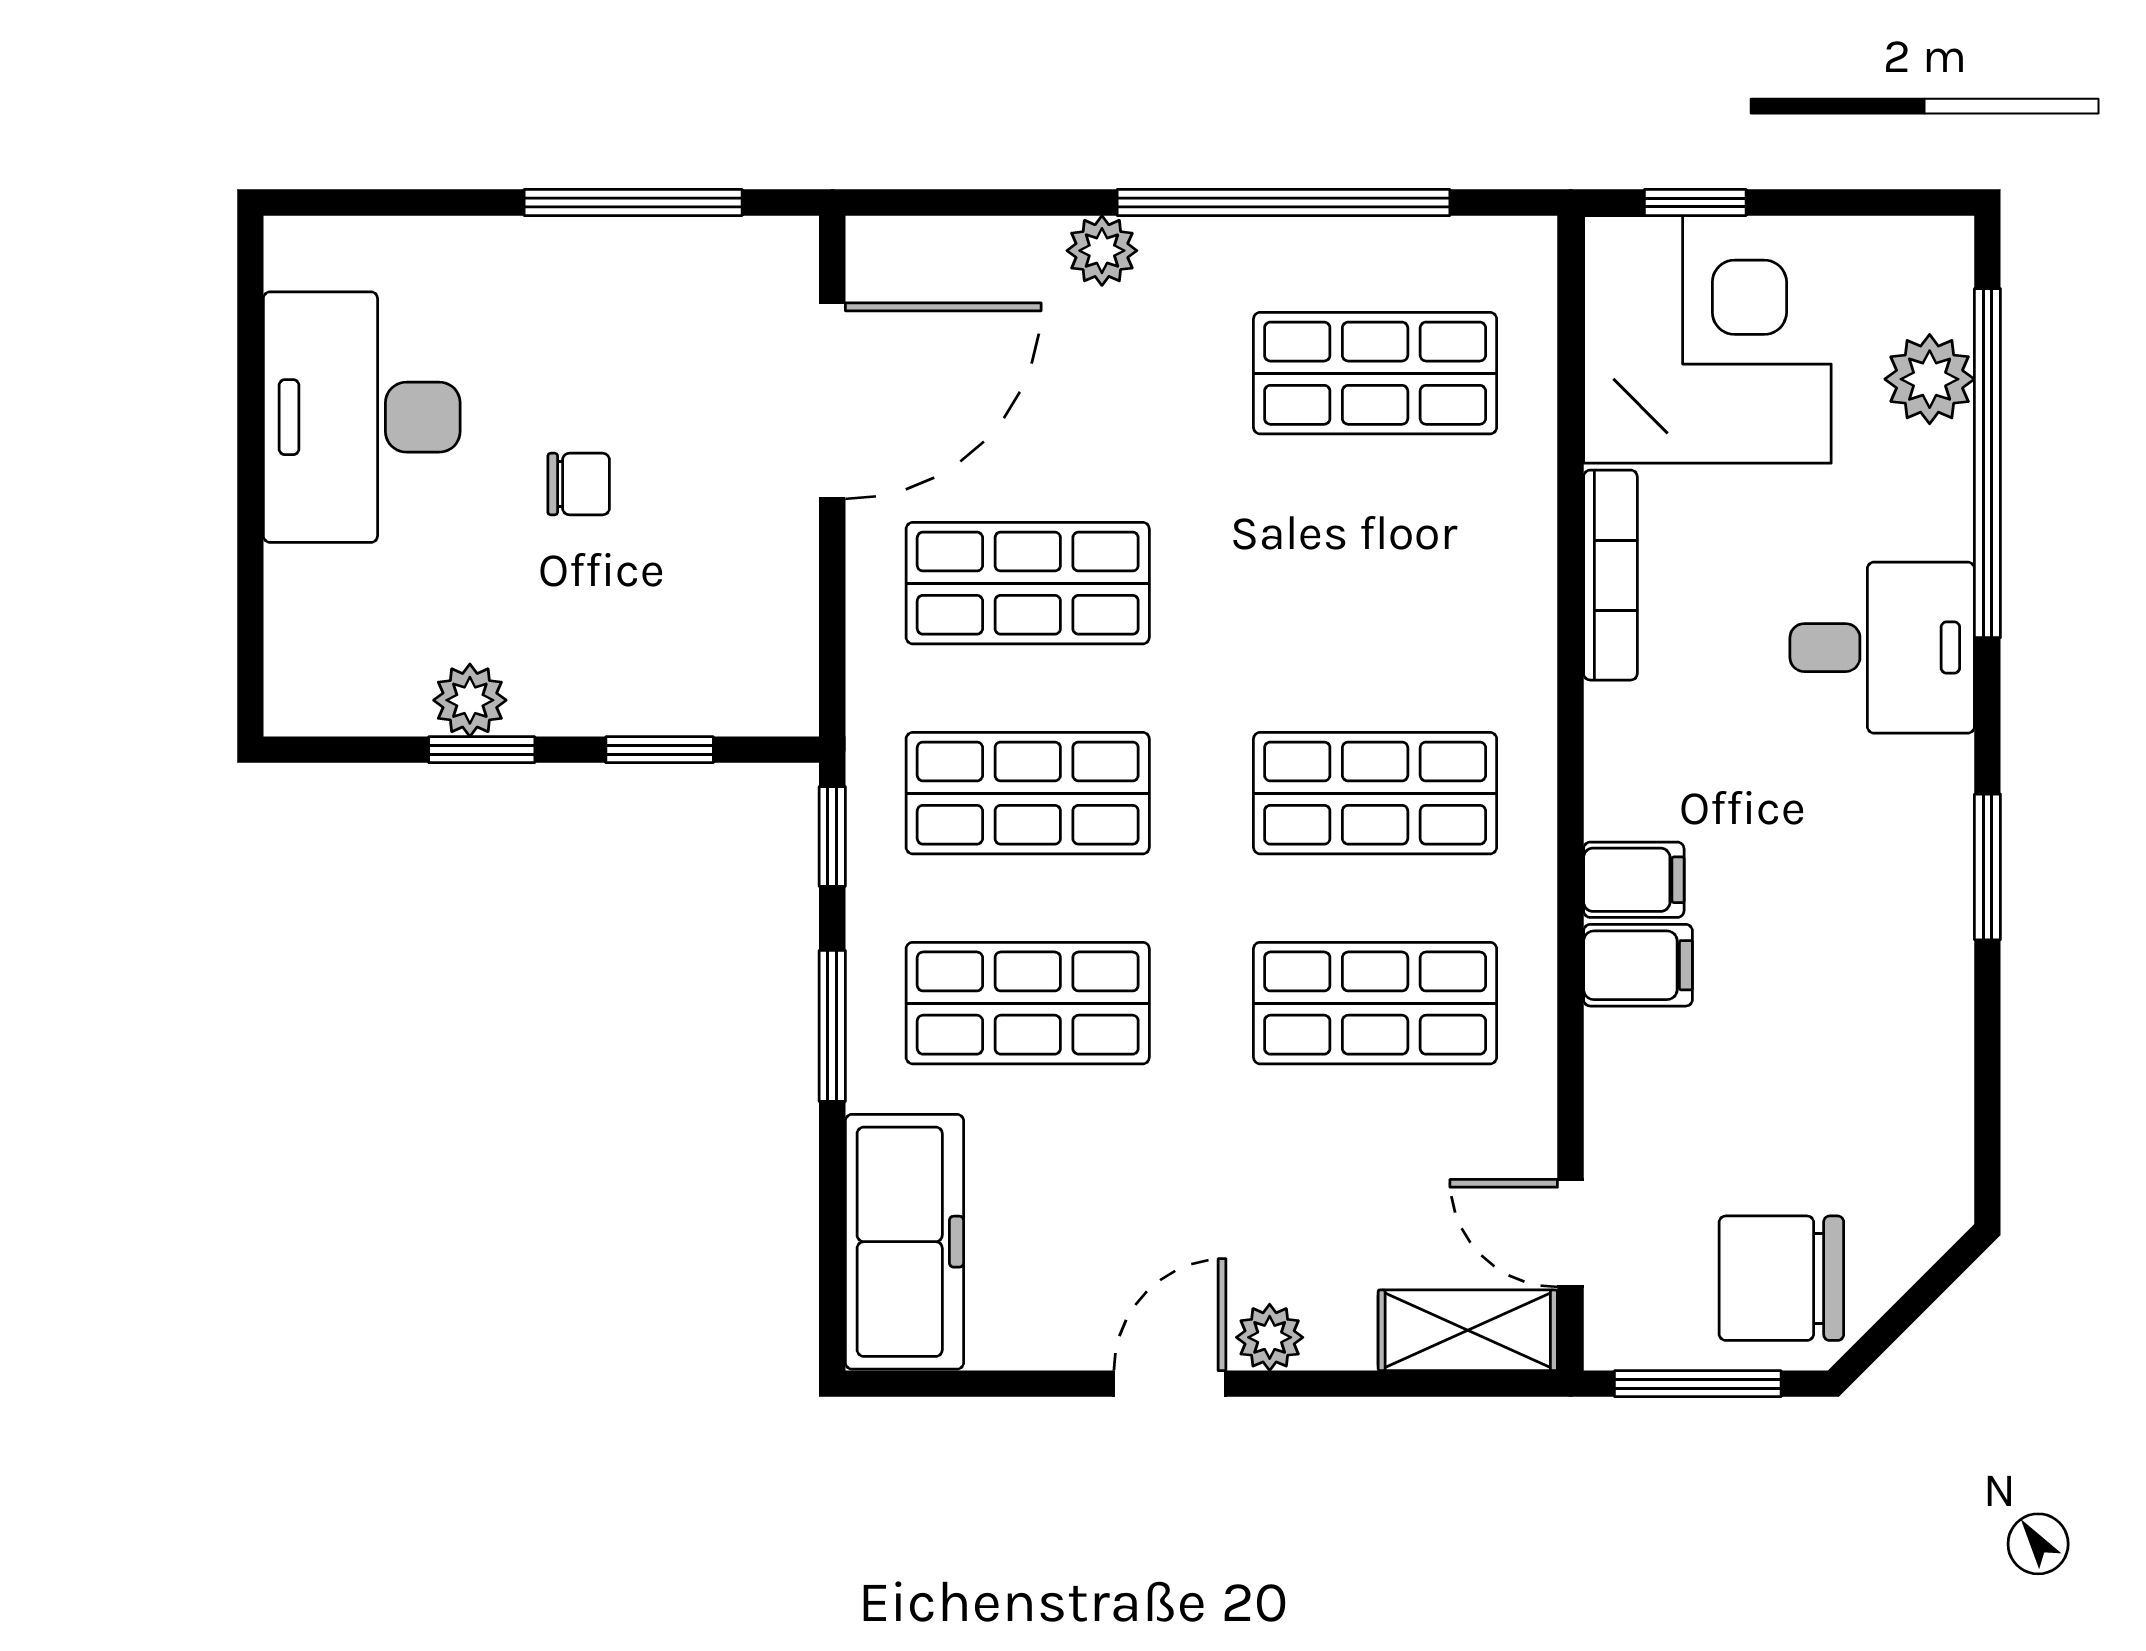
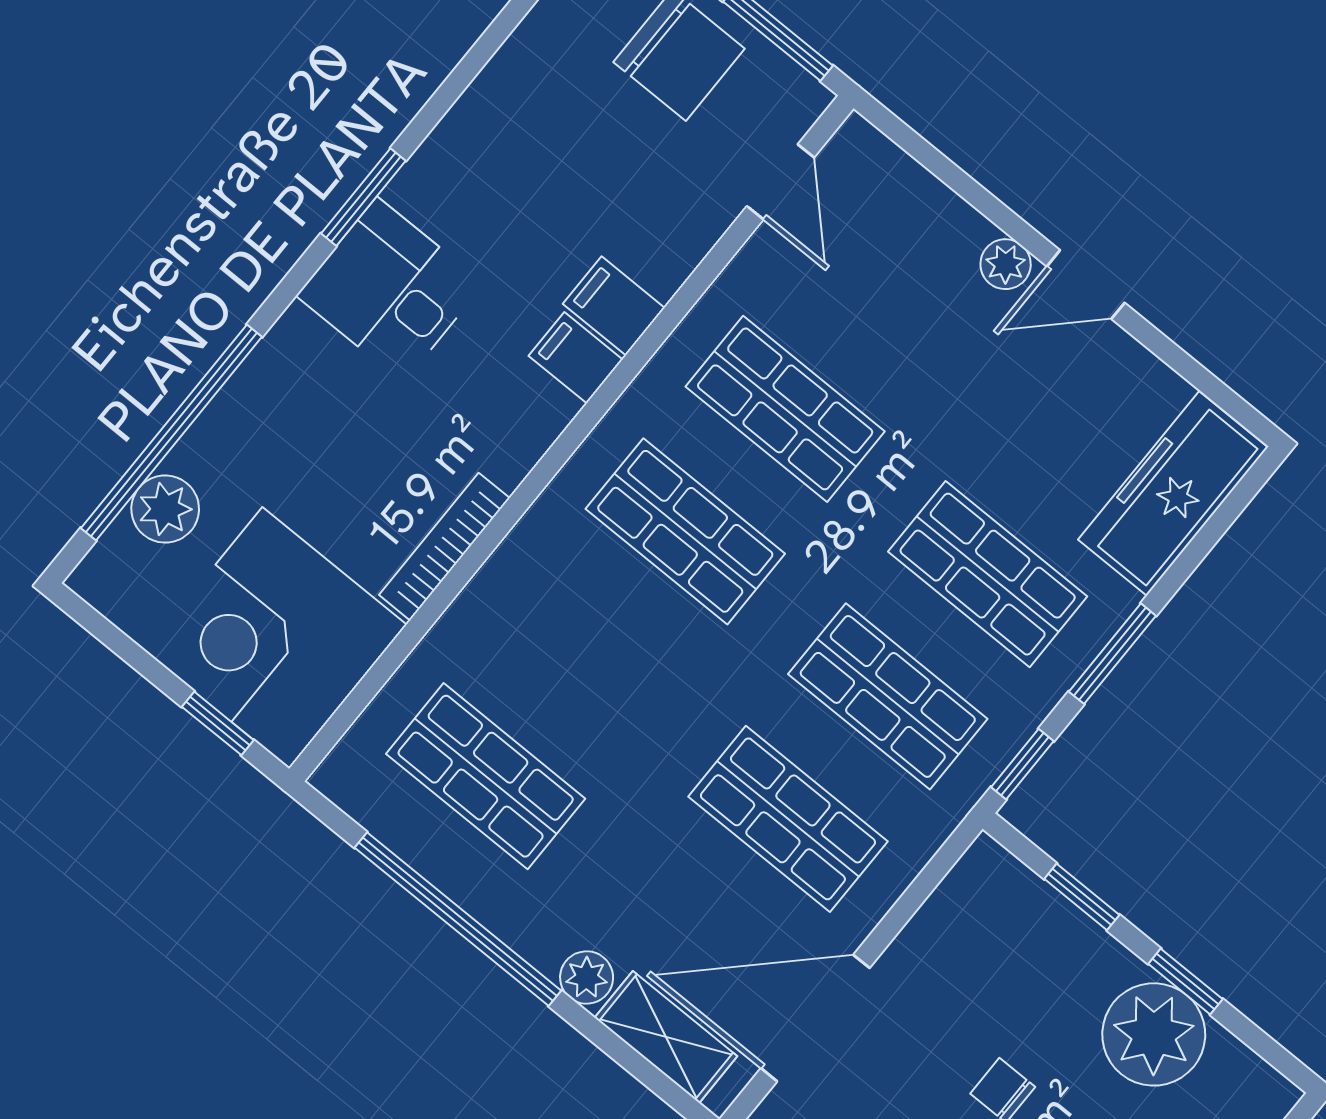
desk: (1882, 648) -> (390, 290), moved
plant: (470, 700) -> (1154, 1034), width x1.88, depth x1.88
shelving: (1468, 1330) -> (666, 1037), moved

